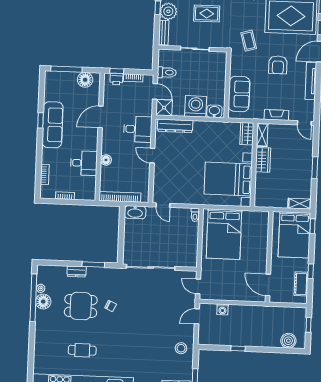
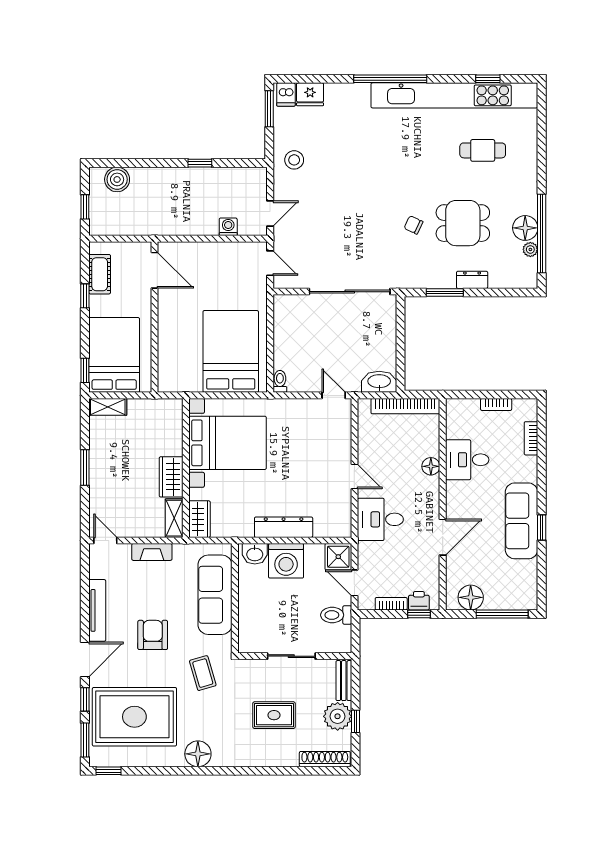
sofa: (239, 94) -> (215, 595), width x1.36
dresser: (175, 126) -> (284, 527), moved
cafe table: (82, 350) -> (483, 150), moved

